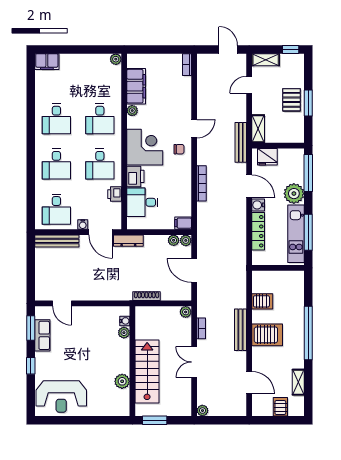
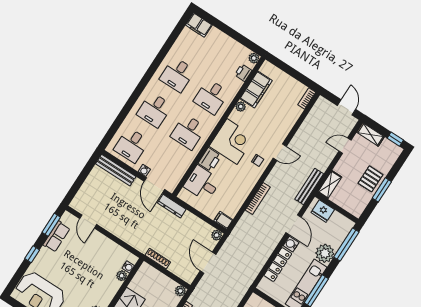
printer: (115, 194) -> (243, 73), moved
plant: (174, 240) -> (207, 229), removed

